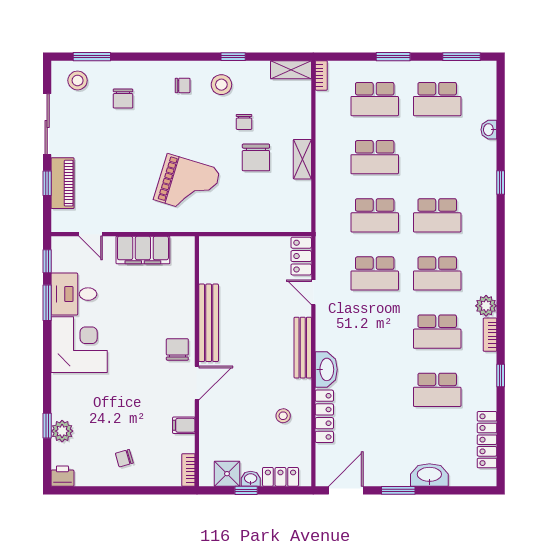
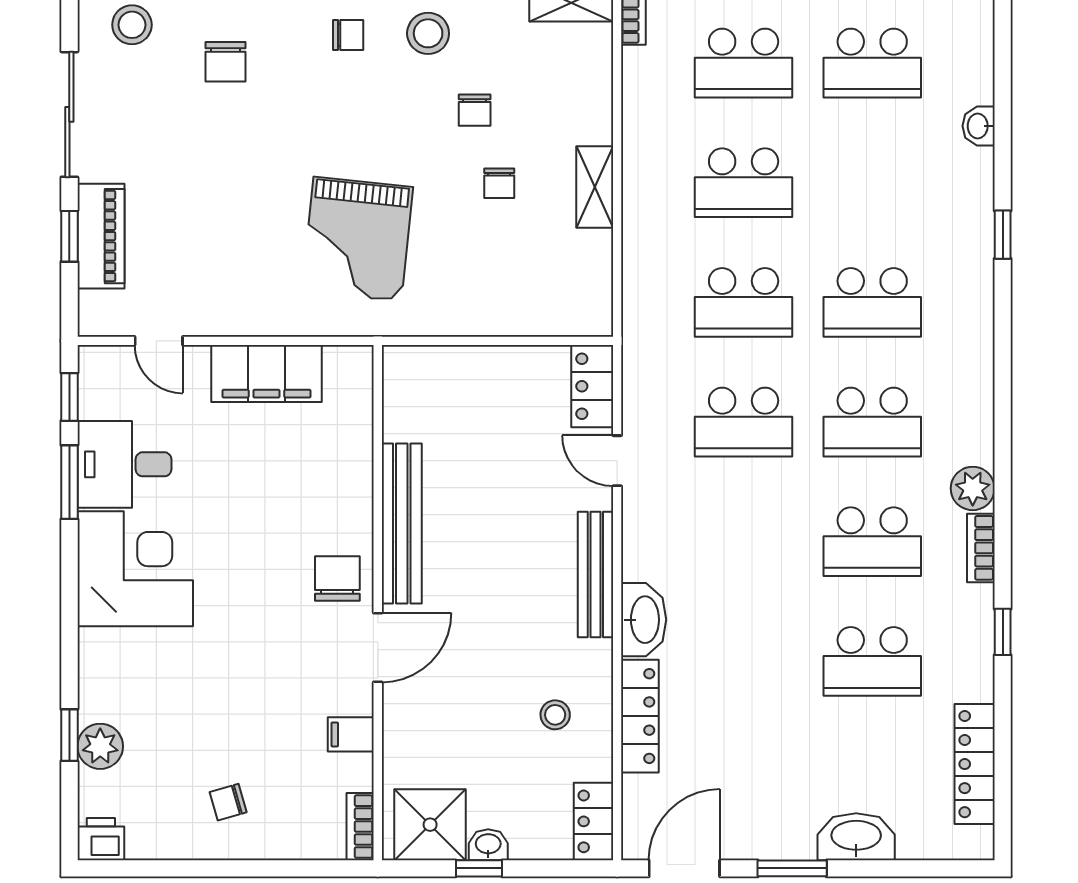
chair: (256, 157) -> (499, 183), width x0.54, depth x0.54
grand piano: (187, 185) -> (357, 239), turned 79
shower: (227, 474) -> (430, 825), width x1.36, depth x1.36
locker: (280, 477) -> (593, 821), moved, turned -90

